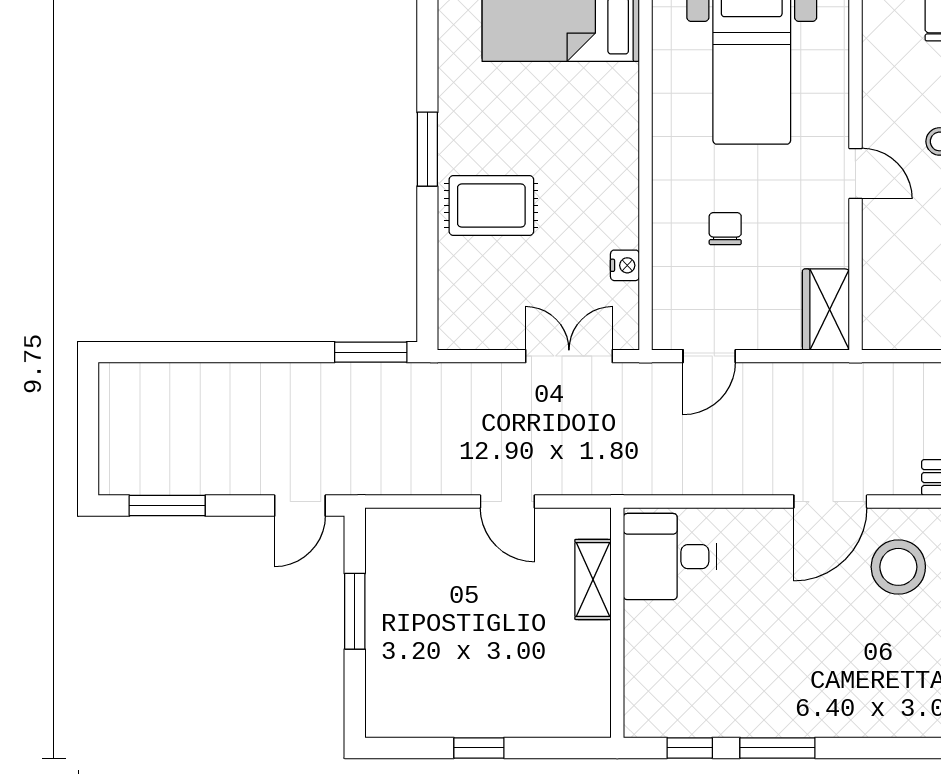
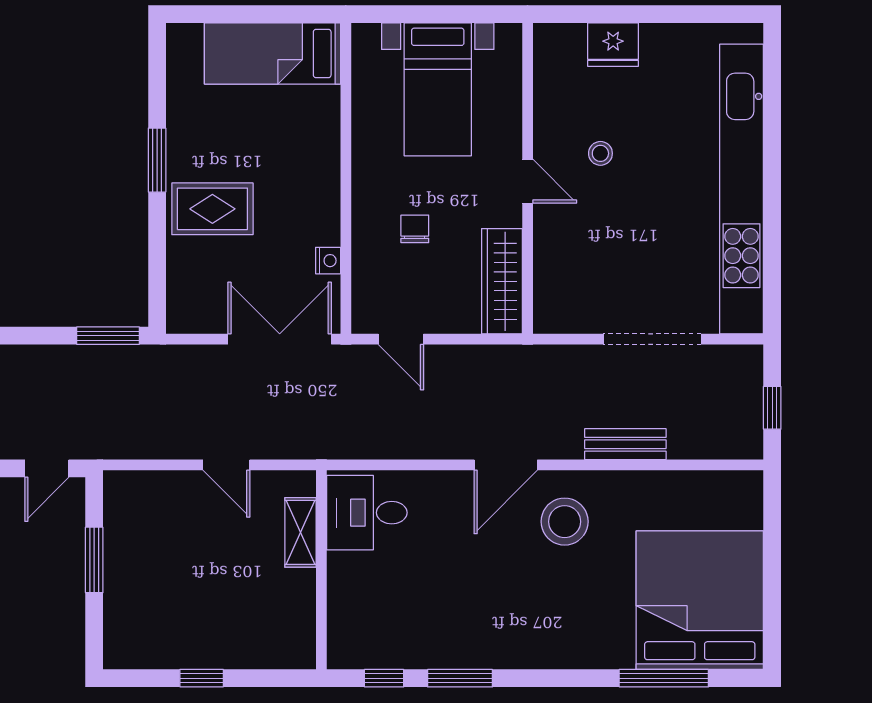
wardrobe: (826, 310) -> (502, 281), width x1.50
double door: (569, 356) -> (280, 339), width x1.37
door: (709, 356) -> (401, 339), hinge flipped

